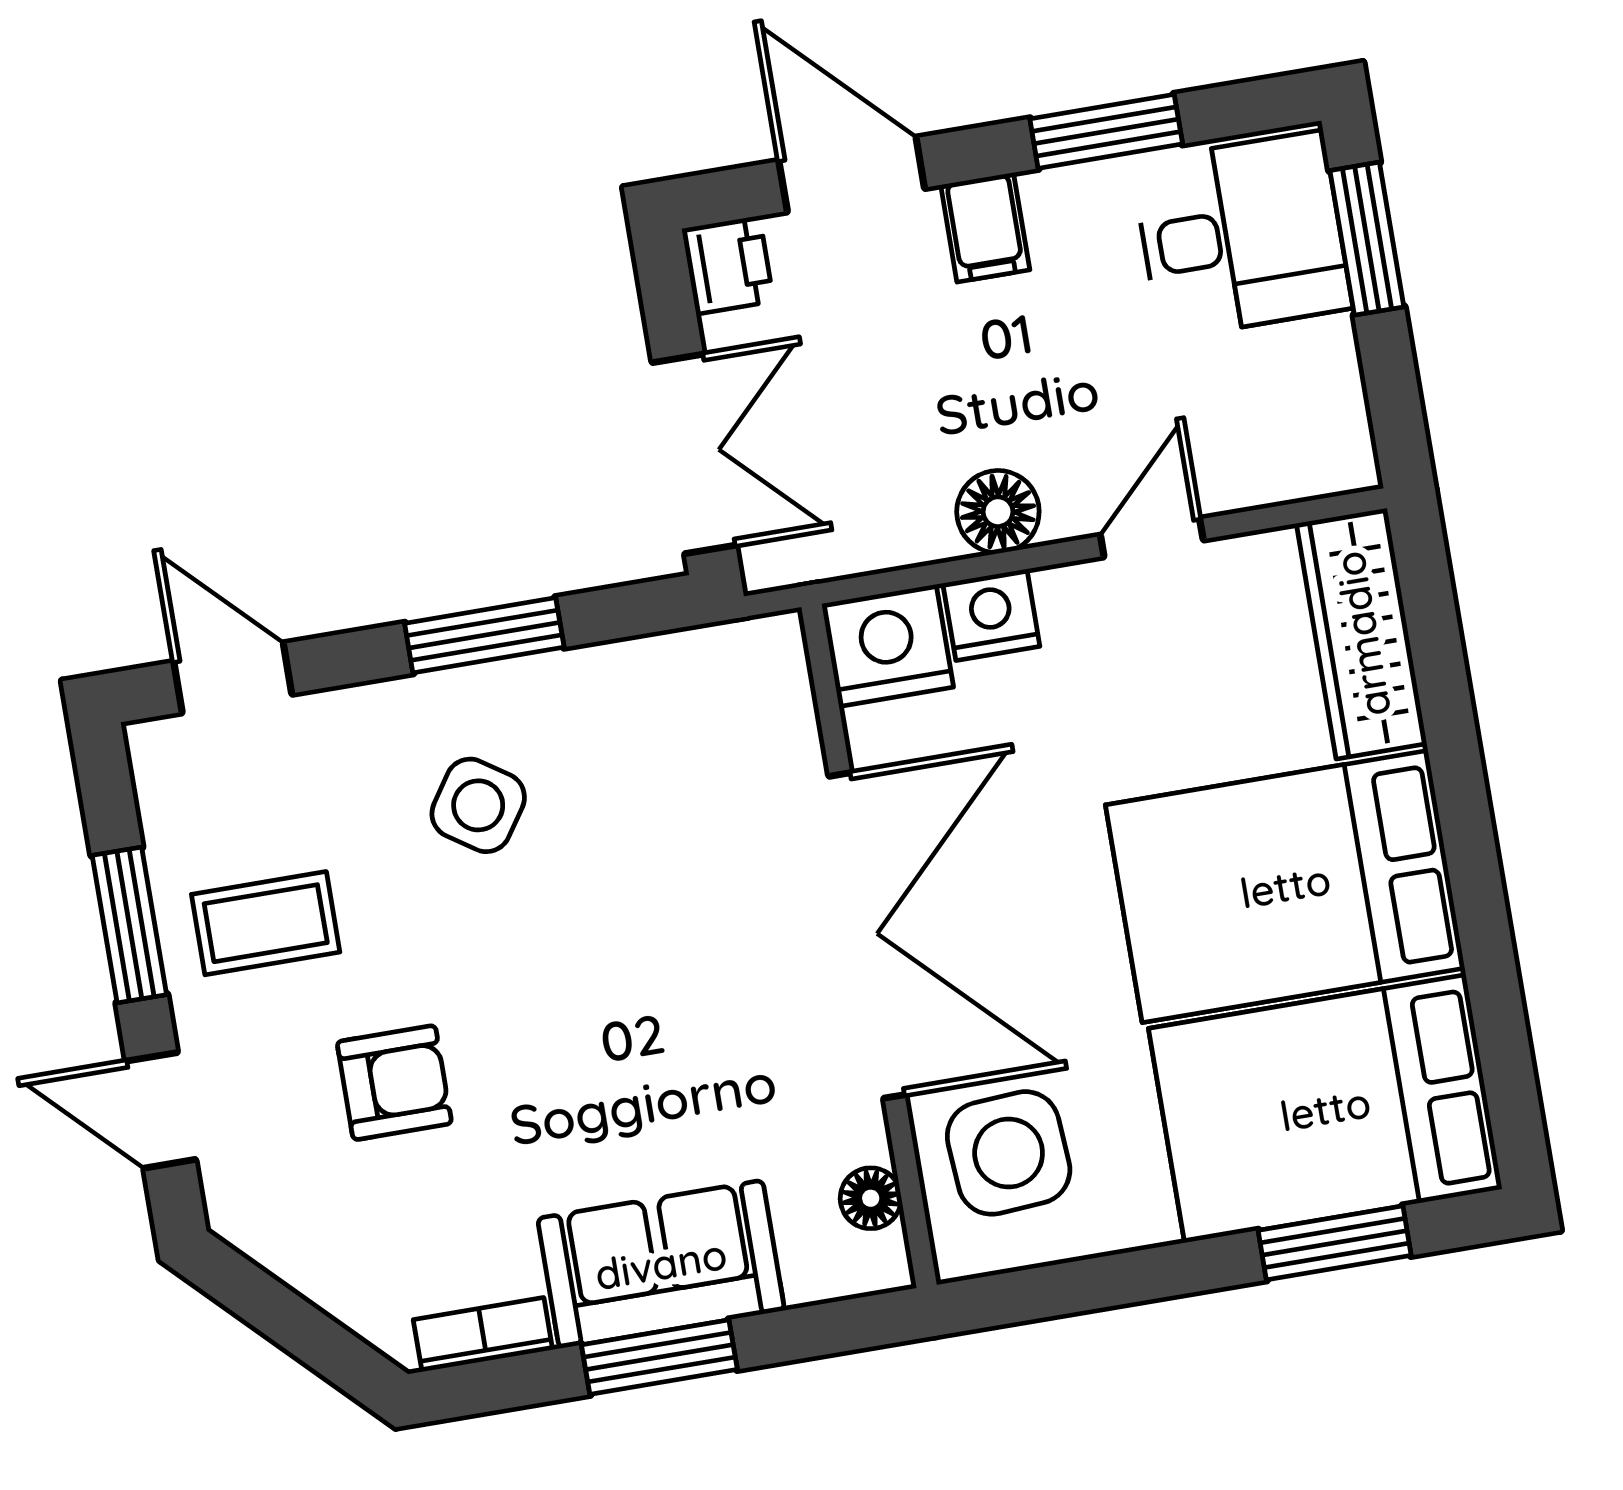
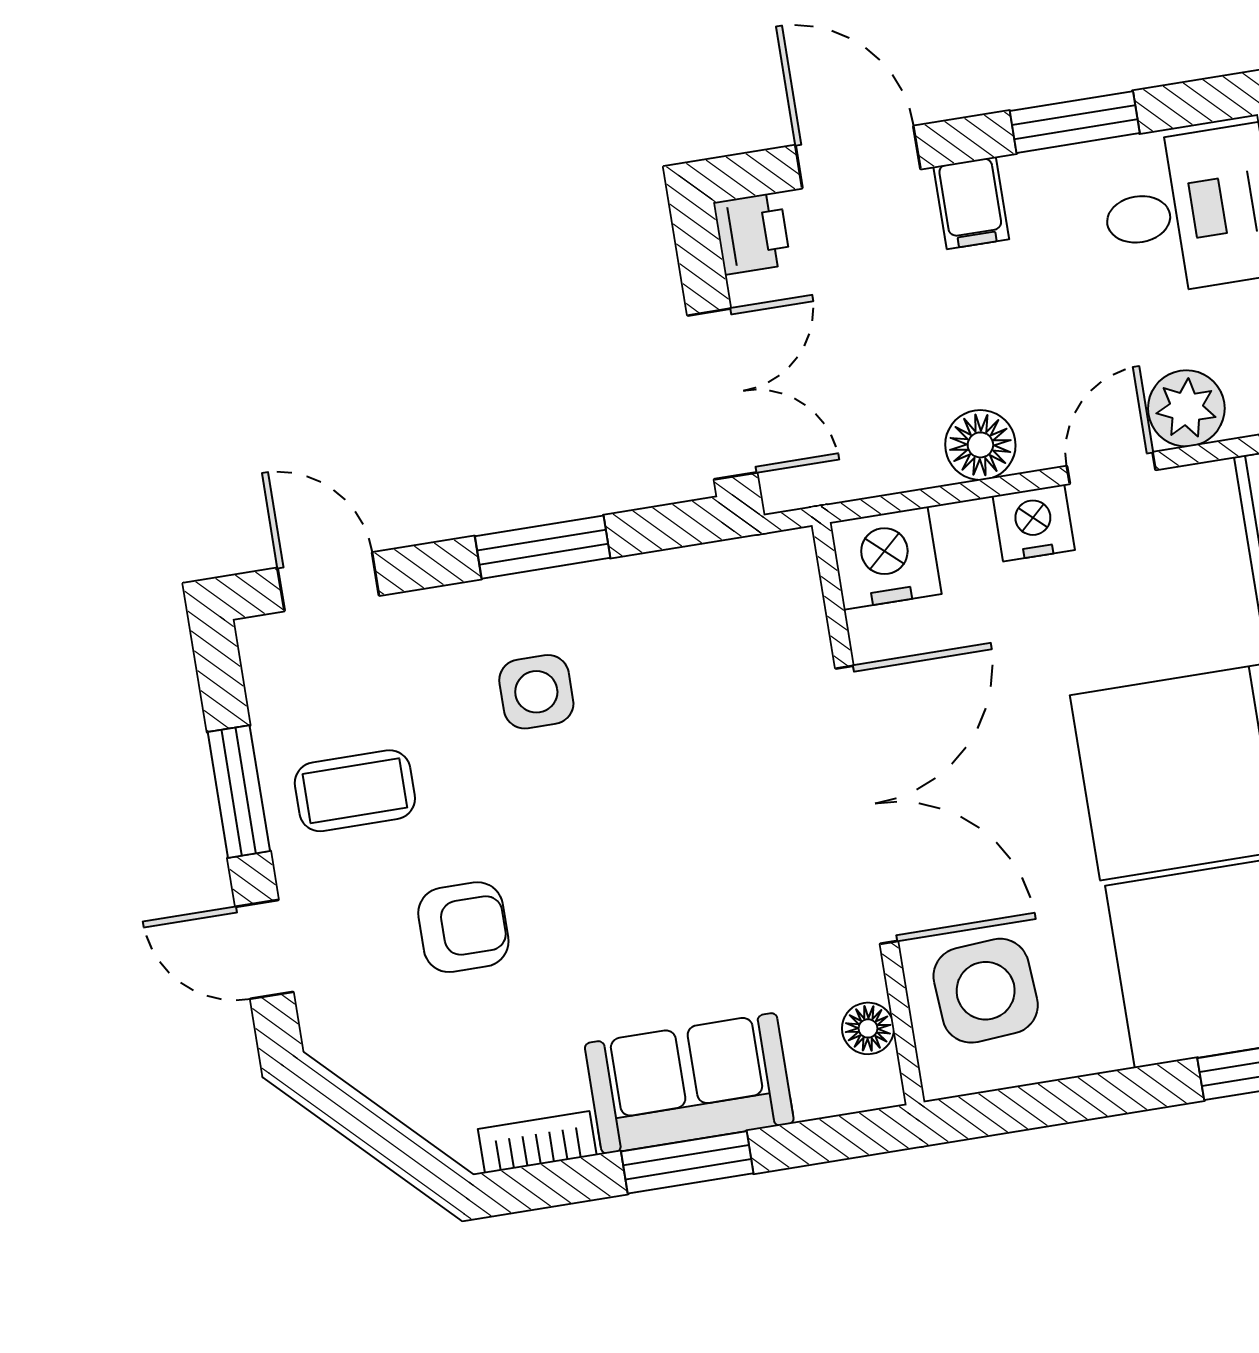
plant: (1240, 467) -> (1186, 408), added
nightstand: (991, 615) -> (1034, 523), moved
side table: (478, 805) -> (536, 692), turned -34

